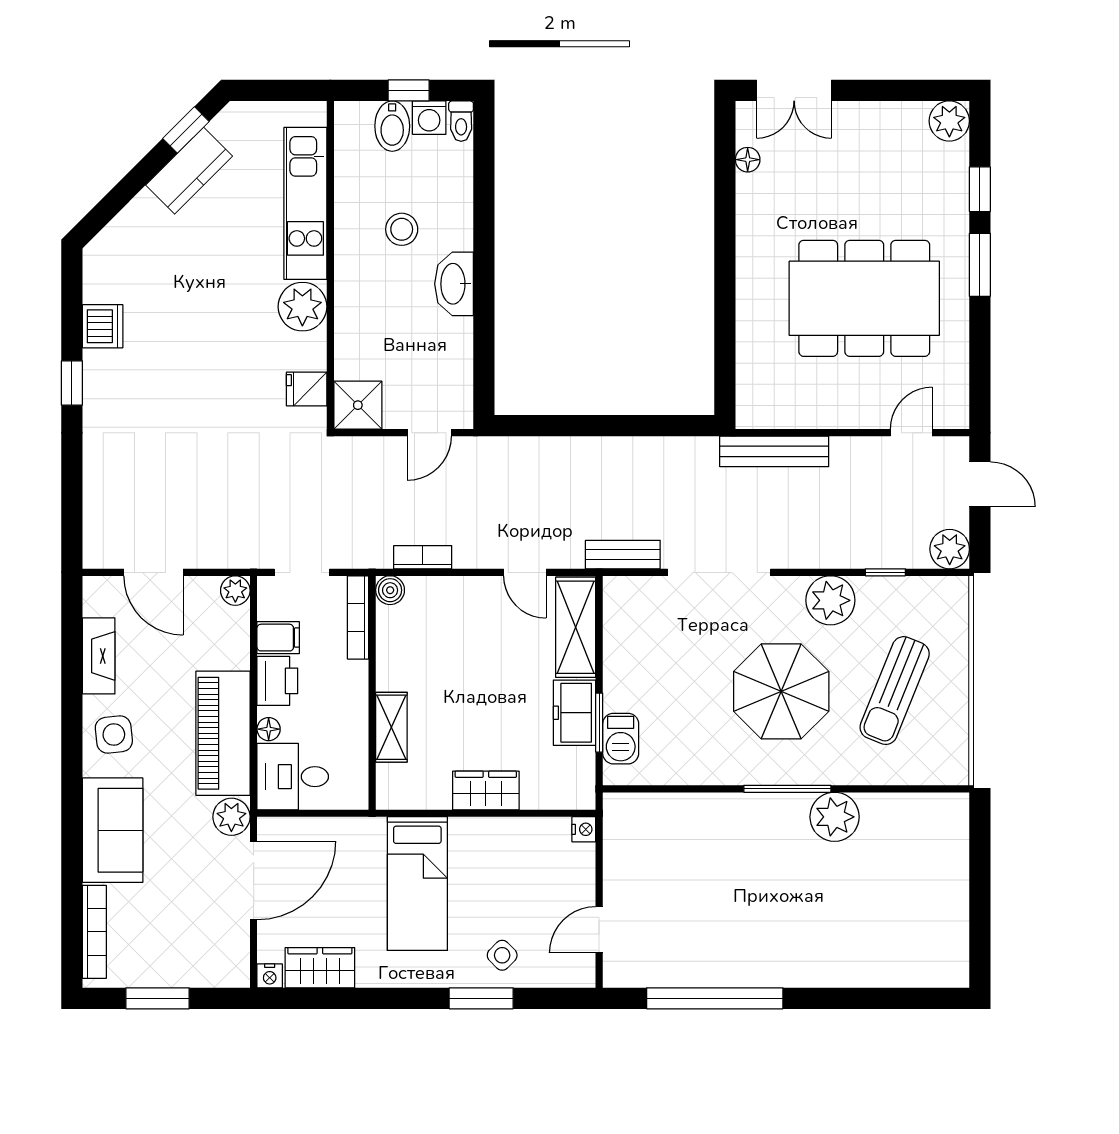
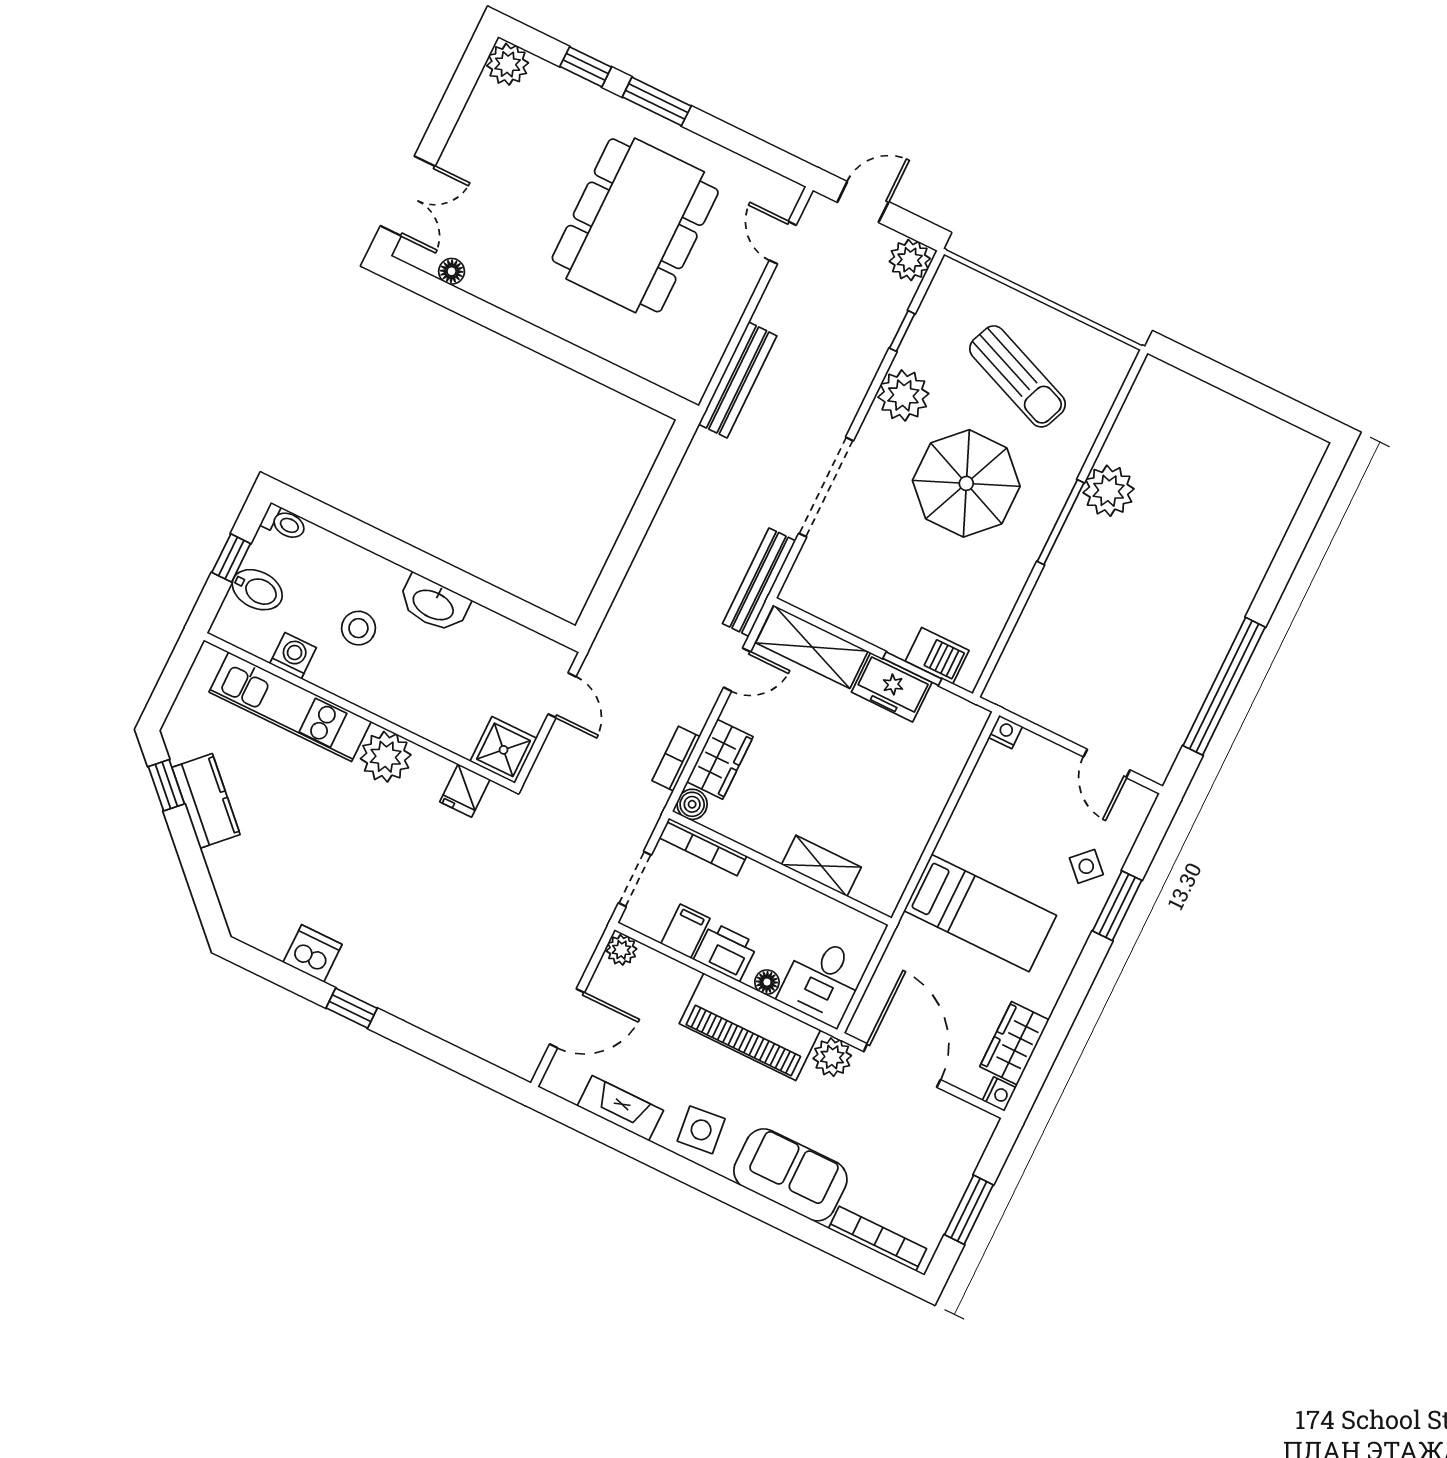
washing machine: (429, 118) -> (293, 656), moved, turned -90
bench: (623, 555) -> (759, 582), width x1.36
wardrobe: (486, 790) -> (720, 759), moved, turned 180

